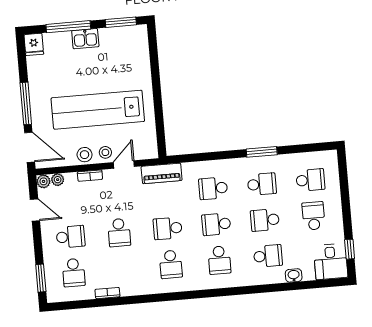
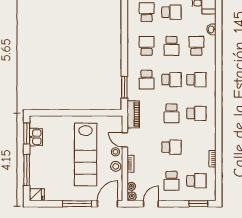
kitchen sink: (85, 39) -> (36, 137), moved
window: (262, 152) -> (124, 87), moved
school desk: (313, 216) -> (172, 12), turned 180
school desk: (216, 224) -> (172, 80), turned -90
school desk: (71, 237) -> (172, 181), turned 180

